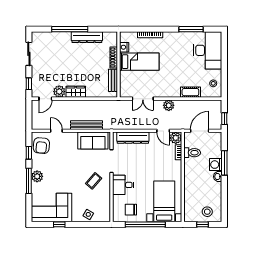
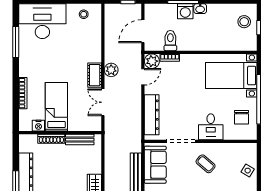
cot: (190, 92) -> (95, 75), moved
double door: (143, 99) -> (103, 102), swing flipped
door: (200, 131) -> (143, 31), hinge flipped

